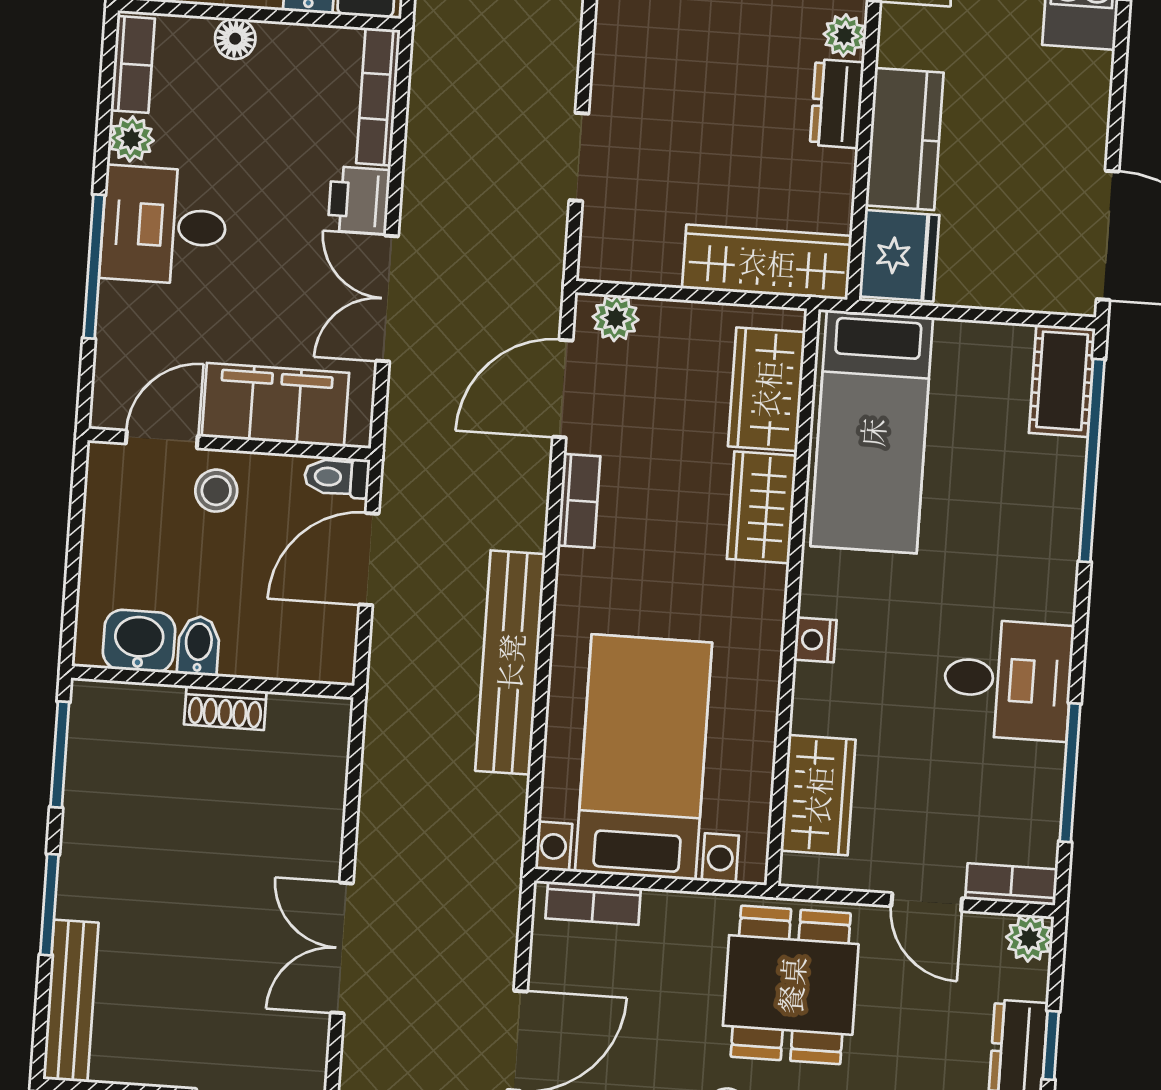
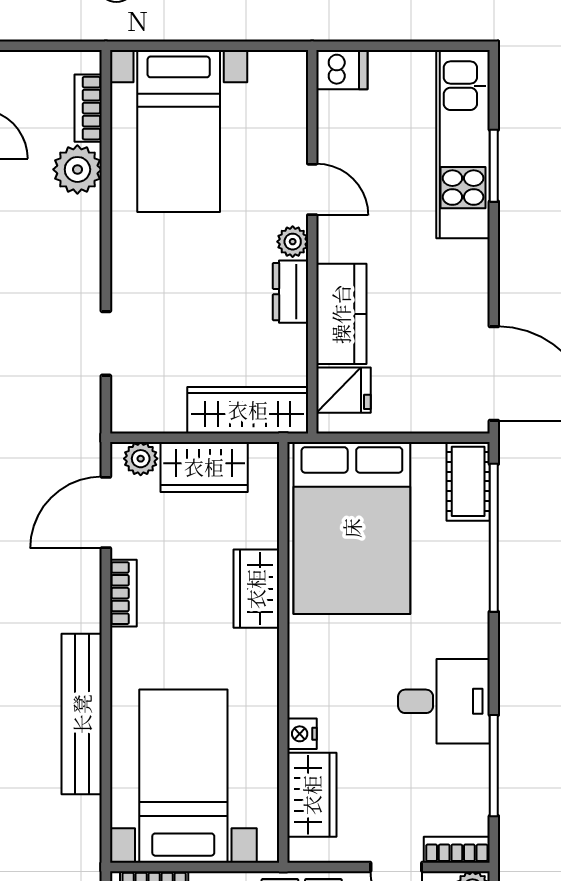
fridge: (899, 256) -> (343, 390), width x0.72
wardrobe: (767, 389) -> (204, 467), moved, turned -90
bed: (872, 432) -> (352, 528), width x1.50
nightstand: (815, 640) -> (302, 734), moved

